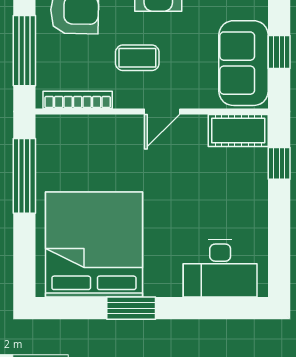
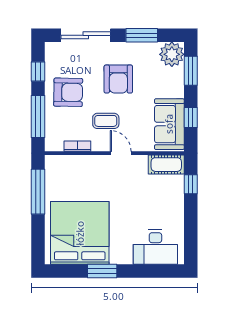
bookcase: (78, 100) -> (77, 146), width x0.64
door: (162, 111) -> (121, 153), swing flipped

